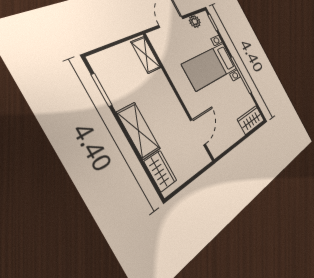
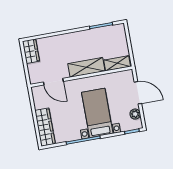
wardrobe: (251, 120) -> (45, 127), width x1.50
shelving: (139, 131) -> (86, 67), moved
wardrobe: (161, 171) -> (31, 51), moved, turned -90

